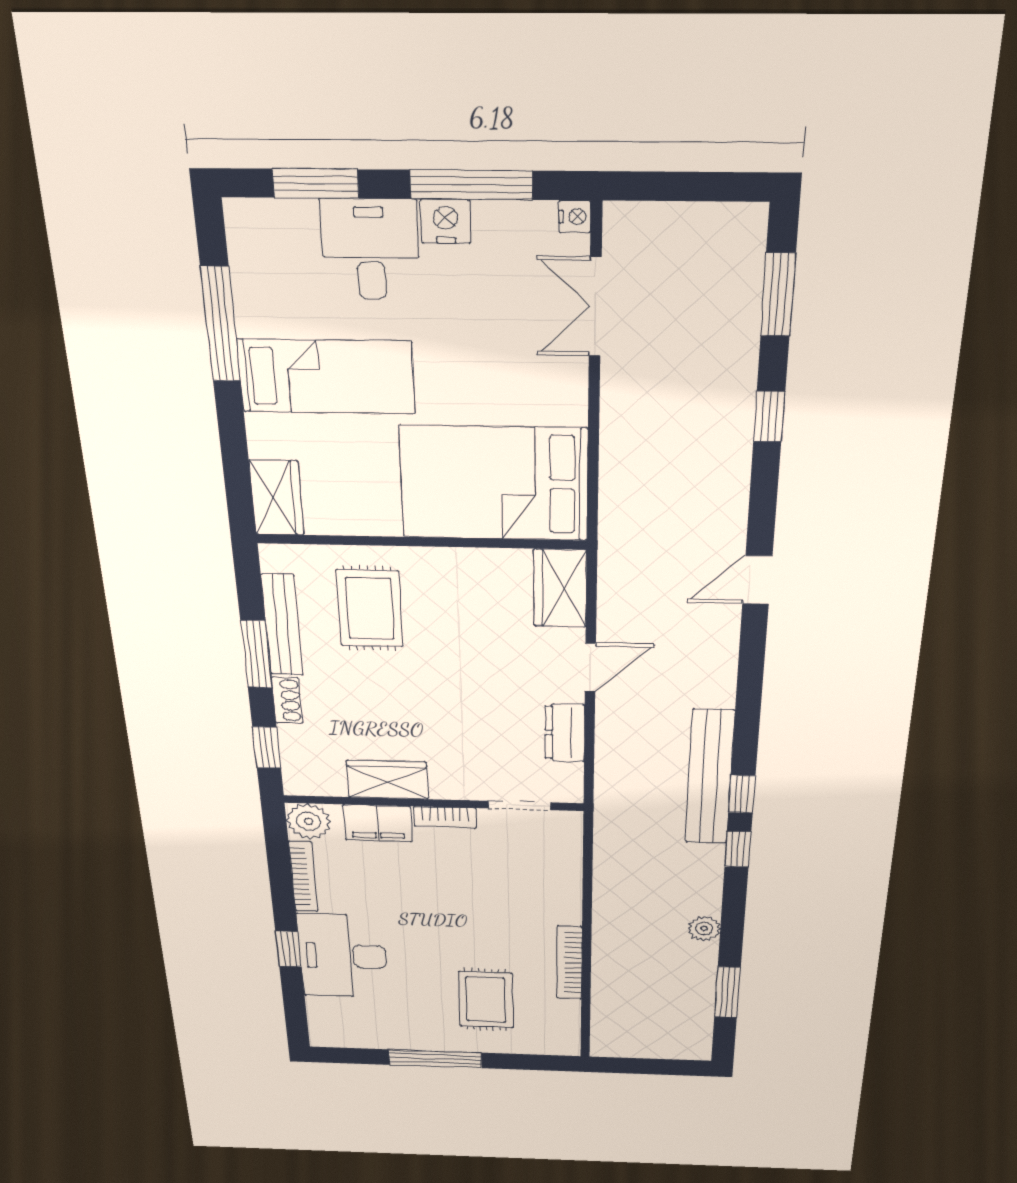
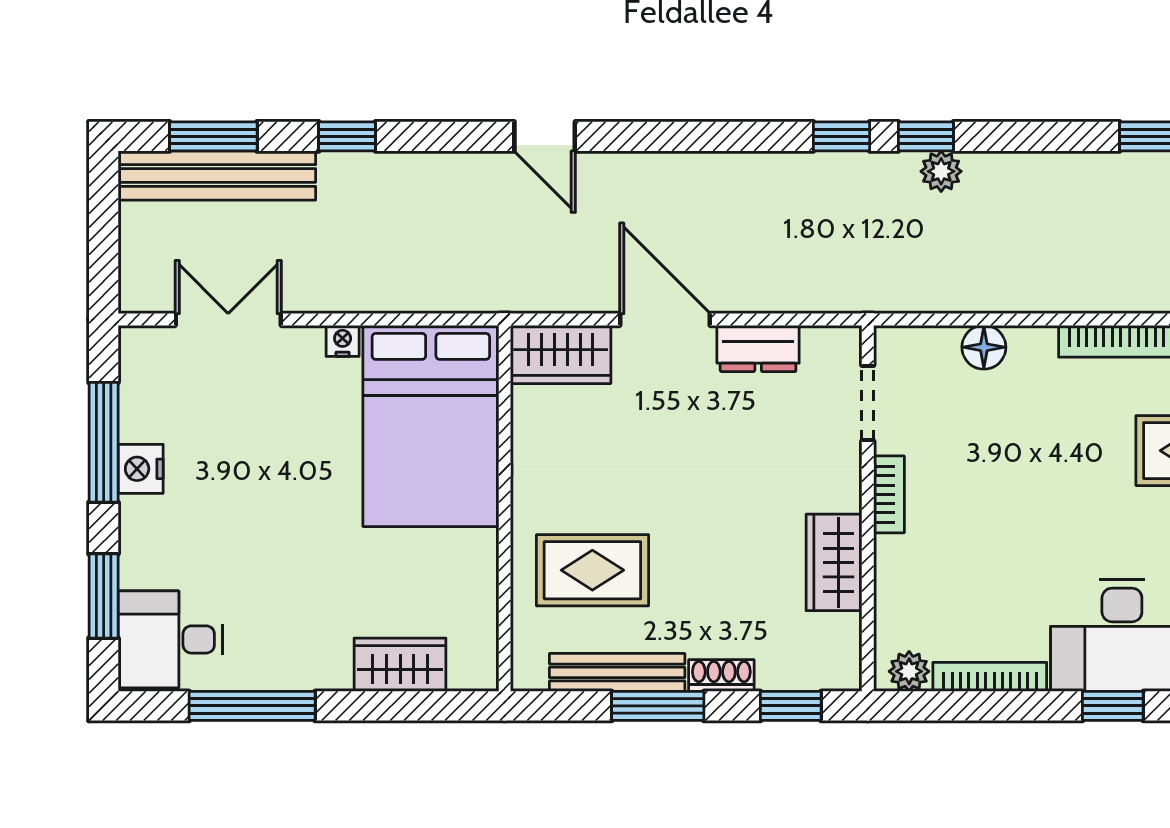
nightstand: (575, 217) -> (343, 341), moved
desk: (370, 250) -> (170, 639), moved
double door: (595, 307) -> (228, 319), swing flipped
bed: (326, 377) -> (309, 600), removed
wardrobe: (277, 498) -> (400, 665), moved
door: (590, 667) -> (665, 319), width x1.38
bench: (710, 777) -> (217, 175), moved
plant: (308, 821) -> (909, 671), width x0.73, depth x0.73
filing cabinet: (378, 823) -> (901, 578), removed
floor lamp: (565, 881) -> (984, 347), added
plant: (704, 929) -> (941, 171), moved

